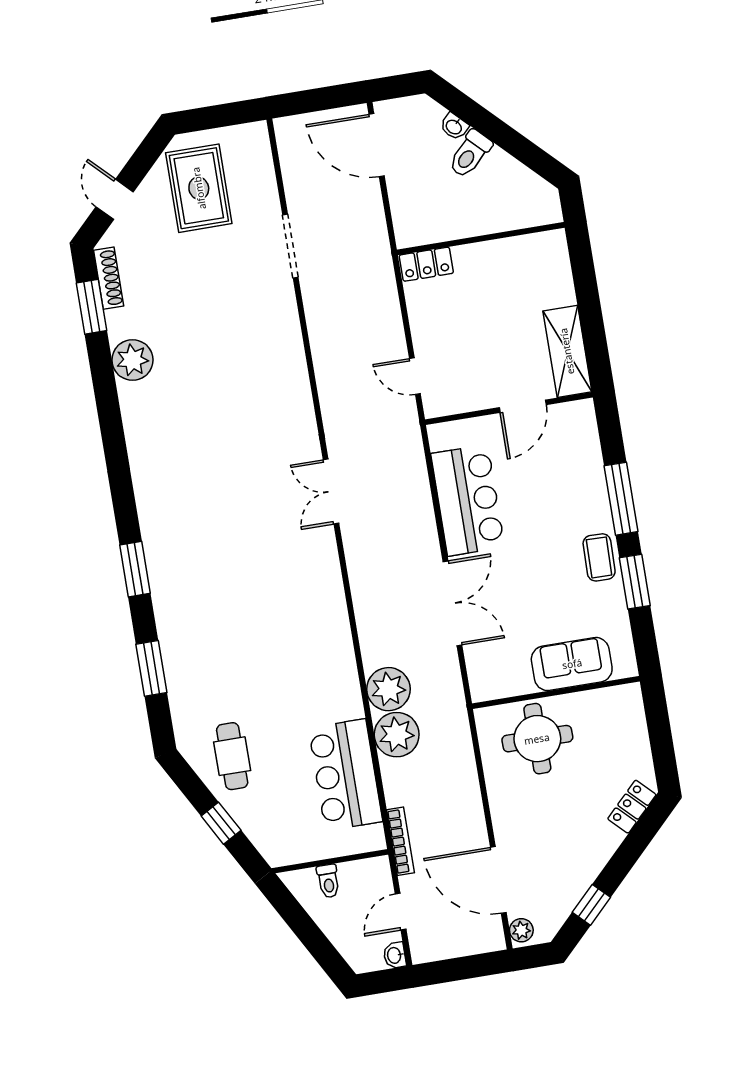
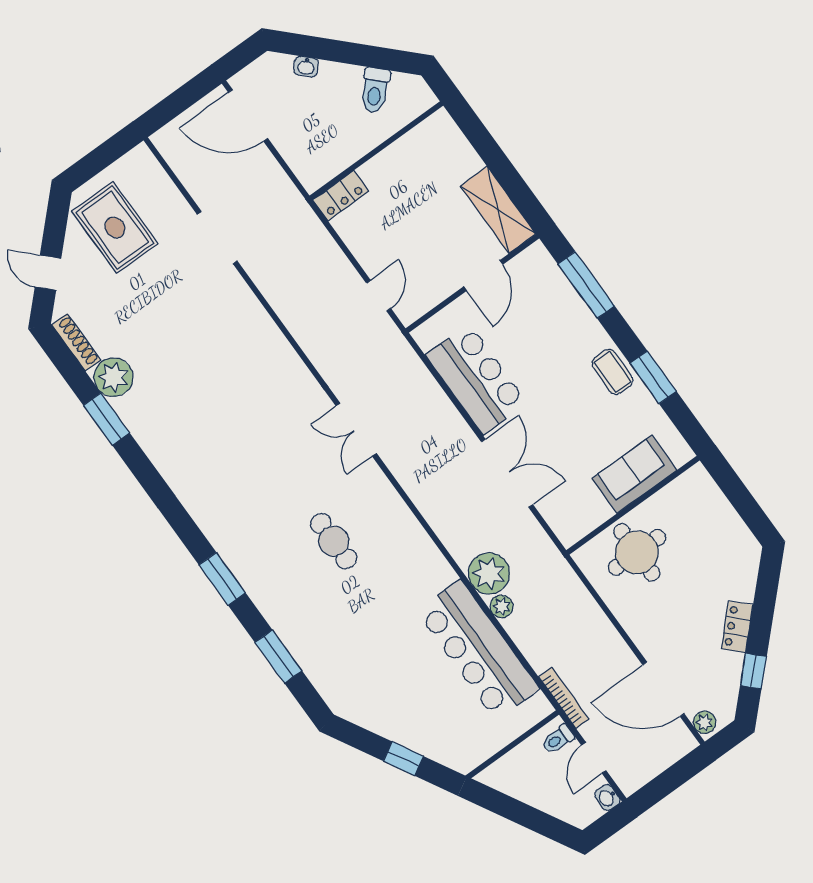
toilet: (470, 154) -> (375, 90), moved
window: (92, 307) -> (107, 419), moved
plant: (132, 360) -> (113, 377), moved
door: (415, 376) -> (379, 296), swing flipped
window: (621, 499) -> (586, 285), moved
plant: (397, 735) -> (502, 607), width x0.53, depth x0.53
cafe table: (232, 756) -> (334, 541), moved
bar counter: (345, 775) -> (478, 650), width x1.36
locker: (632, 807) -> (737, 627), moved
toilet: (328, 881) -> (558, 739), moved, turned 90

